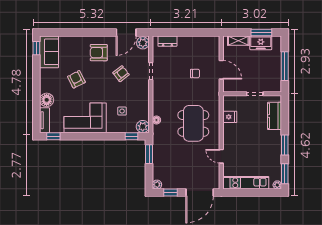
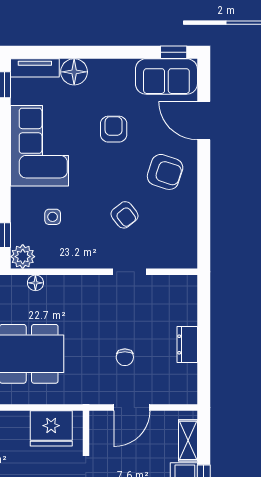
door: (126, 32) -> (204, 121), moved
dresser: (167, 41) -> (187, 345), moved
plant: (143, 43) -> (184, 257), removed
armchair: (99, 53) -> (165, 172), turned 108
armchair: (76, 79) -> (114, 129), turned -63
fridge: (230, 117) -> (51, 428), width x1.88, depth x1.34

